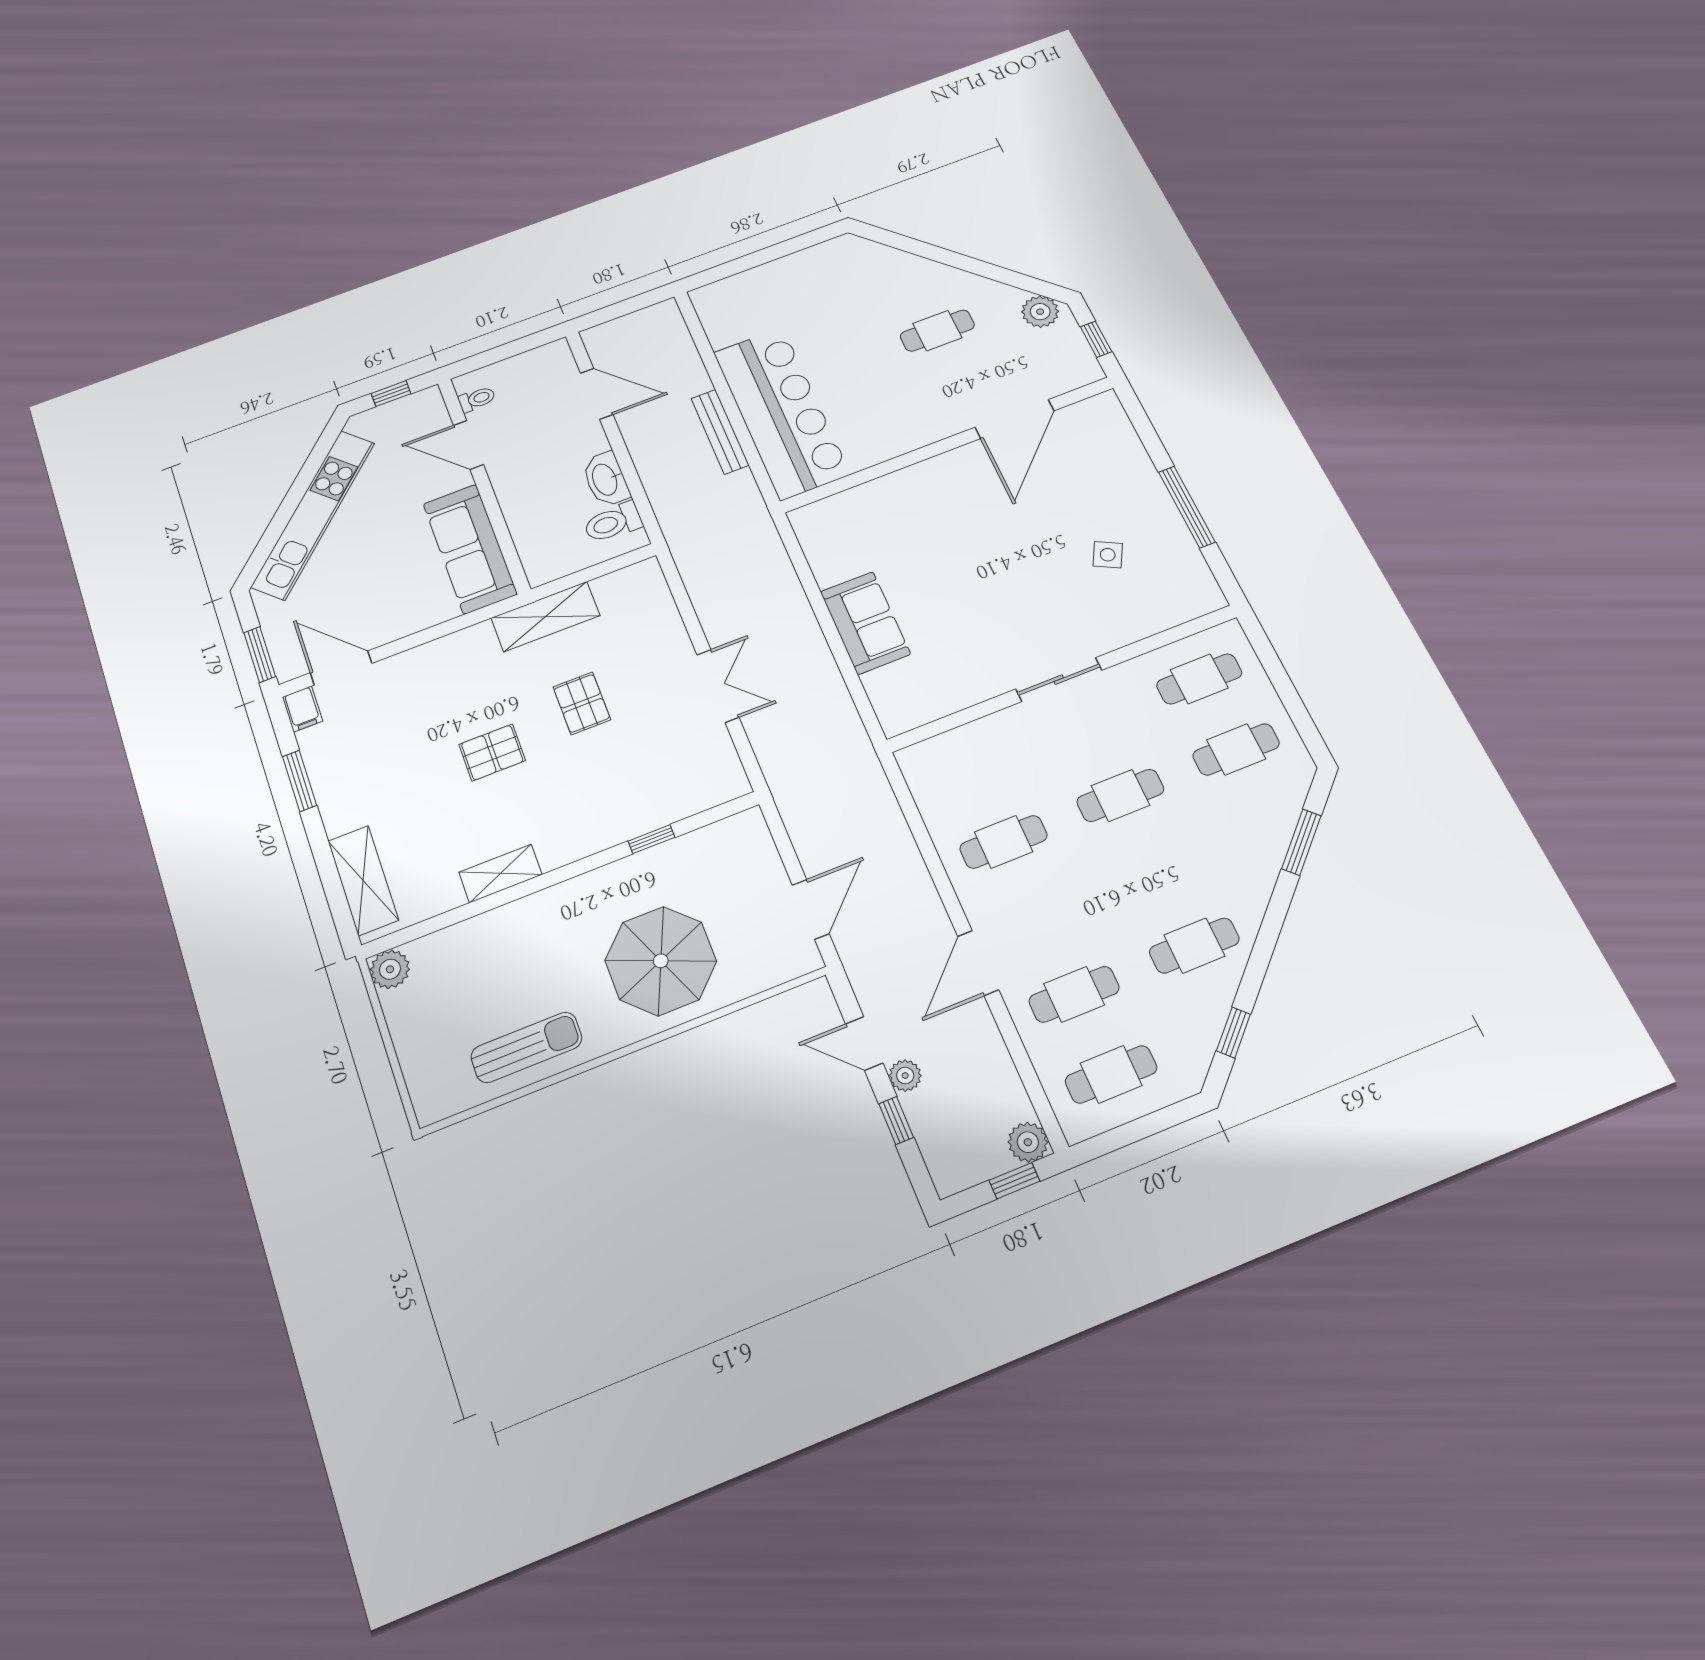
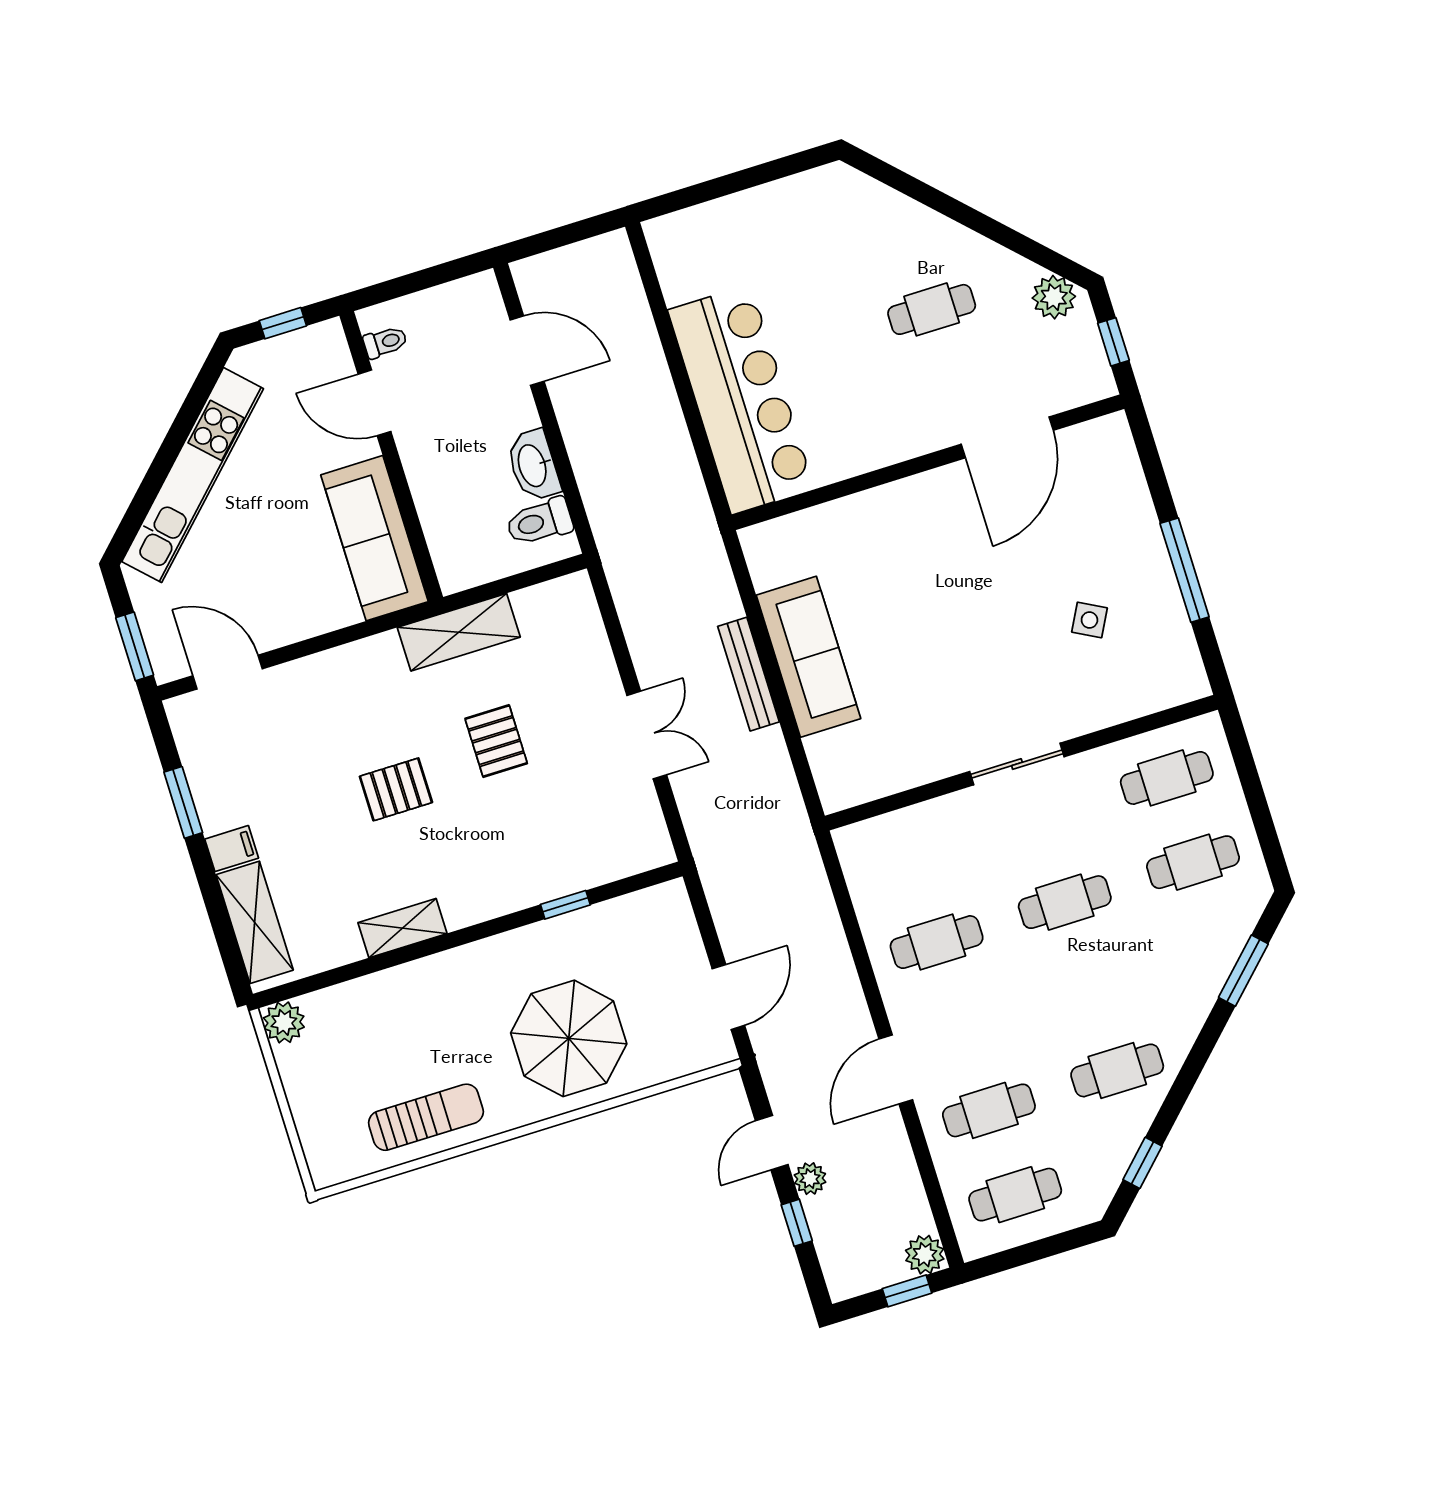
bench: (720, 432) -> (748, 674), moved
sofa: (865, 623) -> (808, 657), width x1.36
filing cabinet: (302, 709) -> (232, 849), moved, turned -90
door: (864, 1044) -> (772, 1143), hinge flipped

